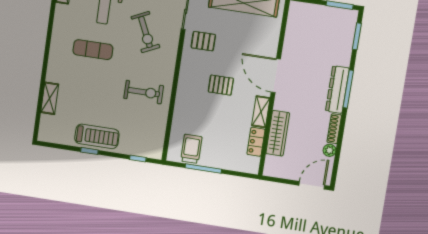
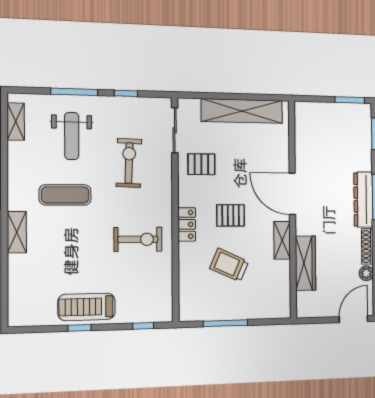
exercise bike: (145, 32) -> (129, 163), turned -153
shelving: (50, 98) -> (17, 232), moved
treadmill: (97, 136) -> (87, 307), turned 180
locker: (256, 142) -> (187, 224), moved, turned 180
trolley: (191, 149) -> (229, 265), moved, turned -66

